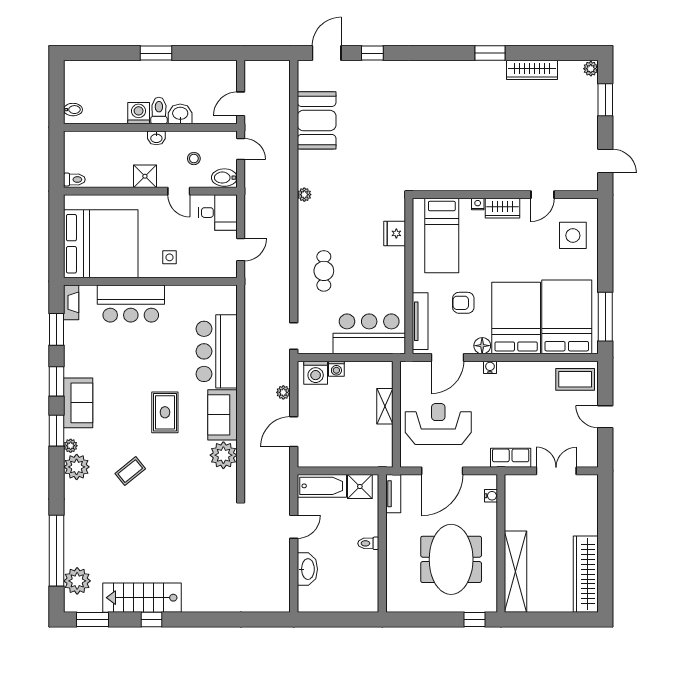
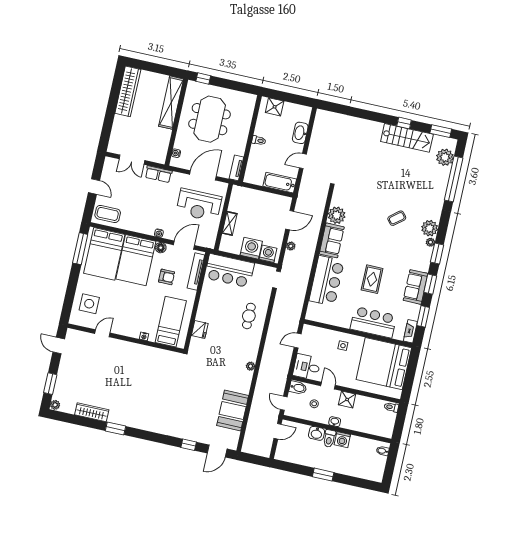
wardrobe: (503, 208) -> (129, 330), removed
washing machine: (336, 369) -> (251, 248), width x1.89, depth x1.89
sofa: (78, 403) -> (416, 287), moved
rug: (165, 412) -> (372, 279), moved
shower: (360, 486) -> (275, 107), moved

